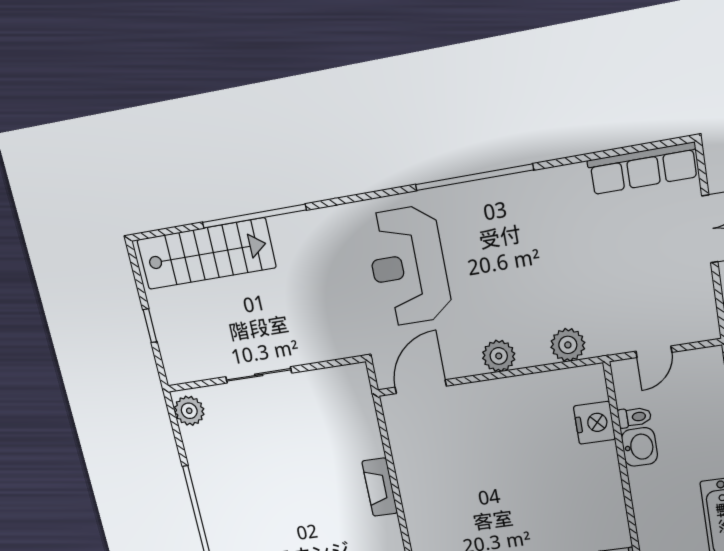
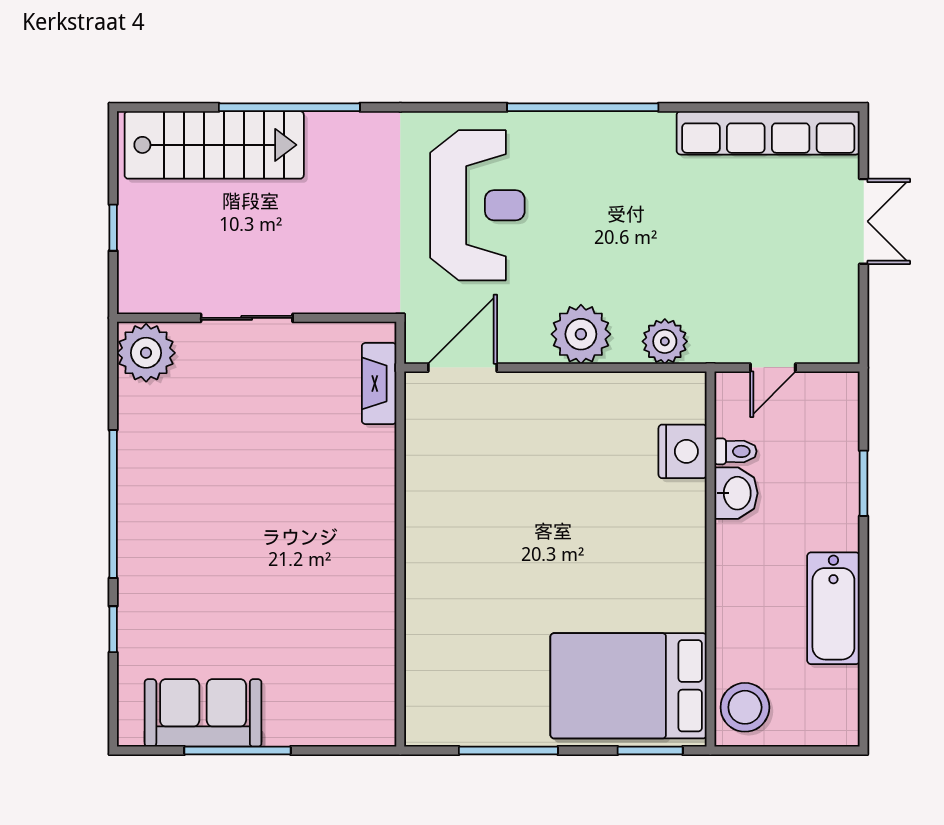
row of seats: (643, 168) -> (768, 133), width x1.36
reception desk: (408, 266) -> (477, 205), turned 180
plant: (499, 356) -> (581, 334), width x1.36, depth x1.36
plant: (189, 411) -> (146, 353), width x1.36, depth x1.36
fireplace: (380, 487) -> (379, 383), moved

